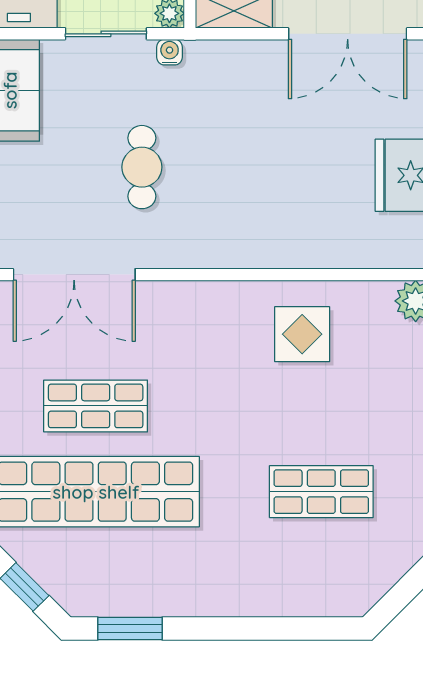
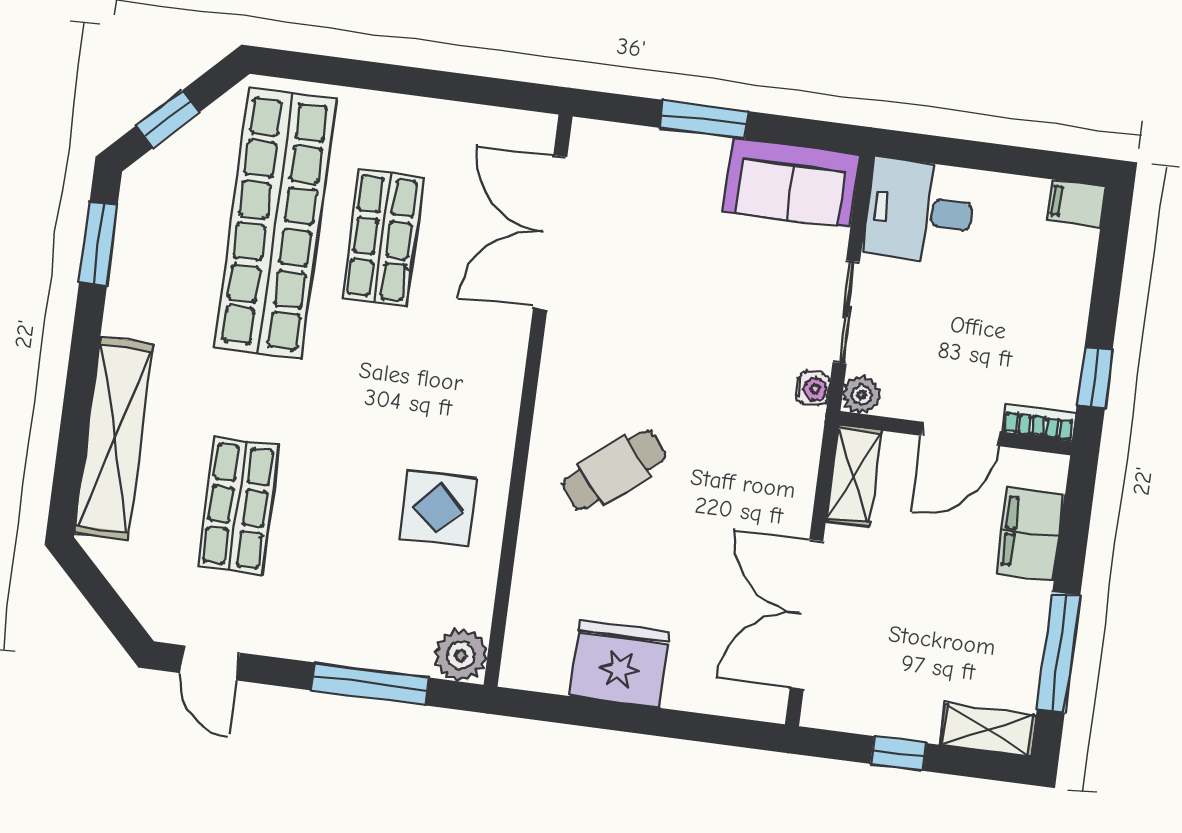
cafe table: (142, 167) -> (614, 470), moved, turned -39
shelving: (281, 596) -> (114, 438), added

